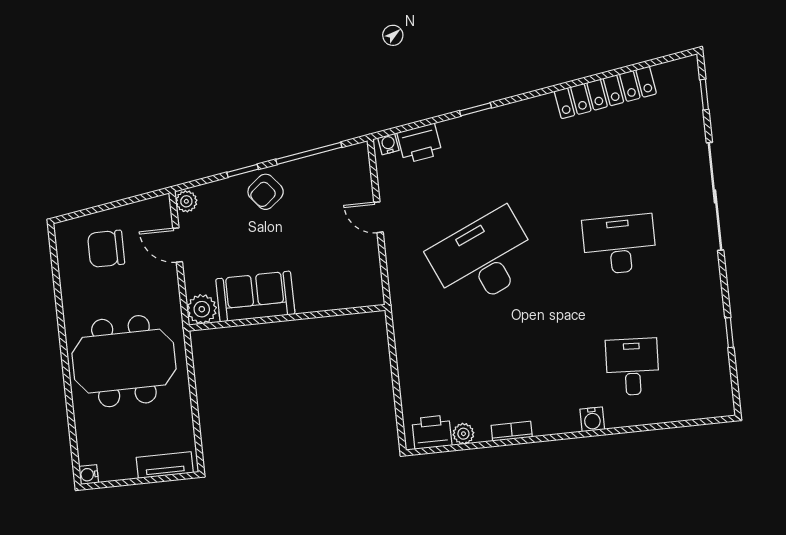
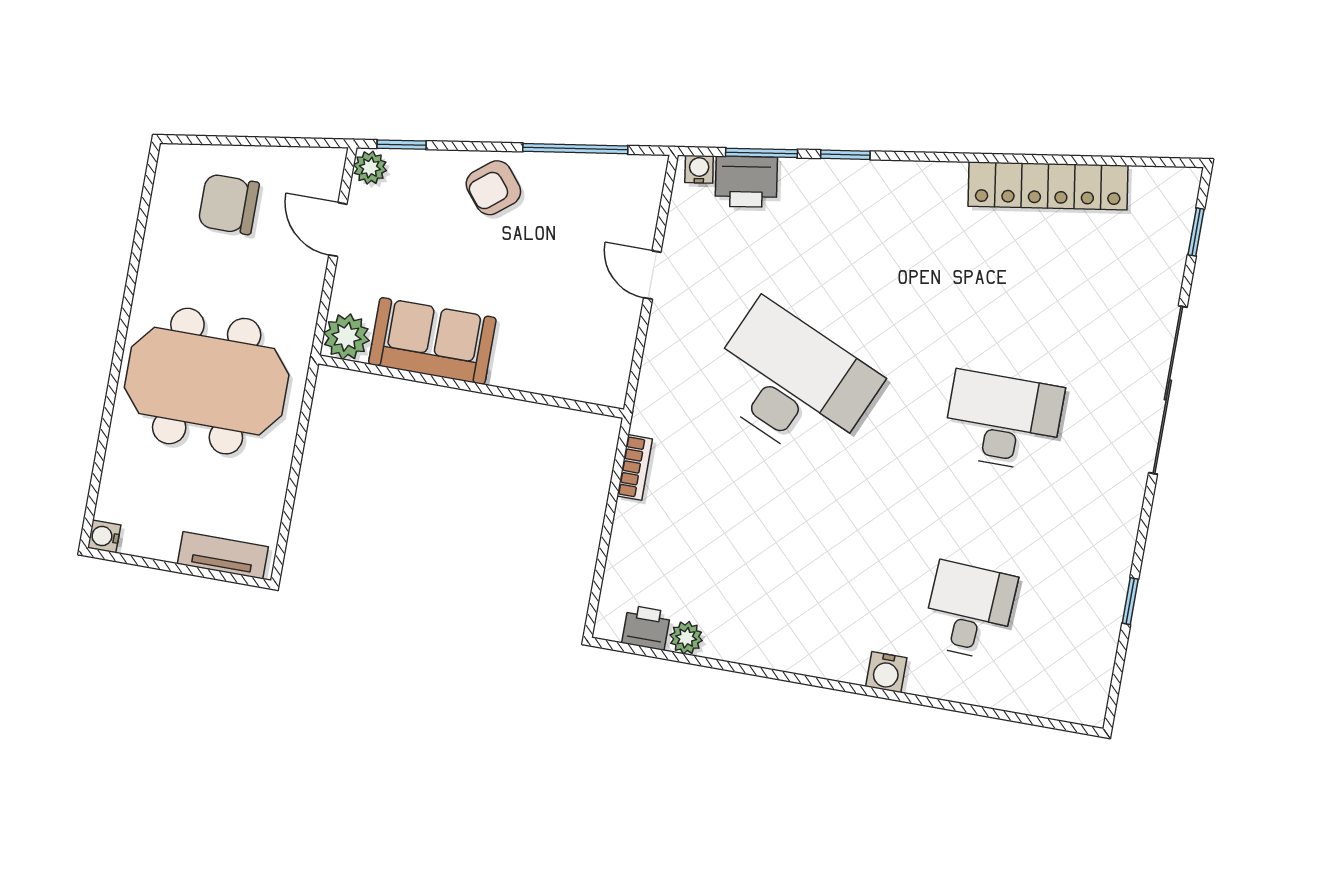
window: (424, 123) -> (761, 153), added
window: (243, 171) -> (402, 145), moved
desk: (483, 259) -> (792, 383), turned 48
bookcase: (512, 431) -> (635, 467), moved, turned 90
printer: (432, 432) -> (646, 628), width x0.73, depth x0.81

